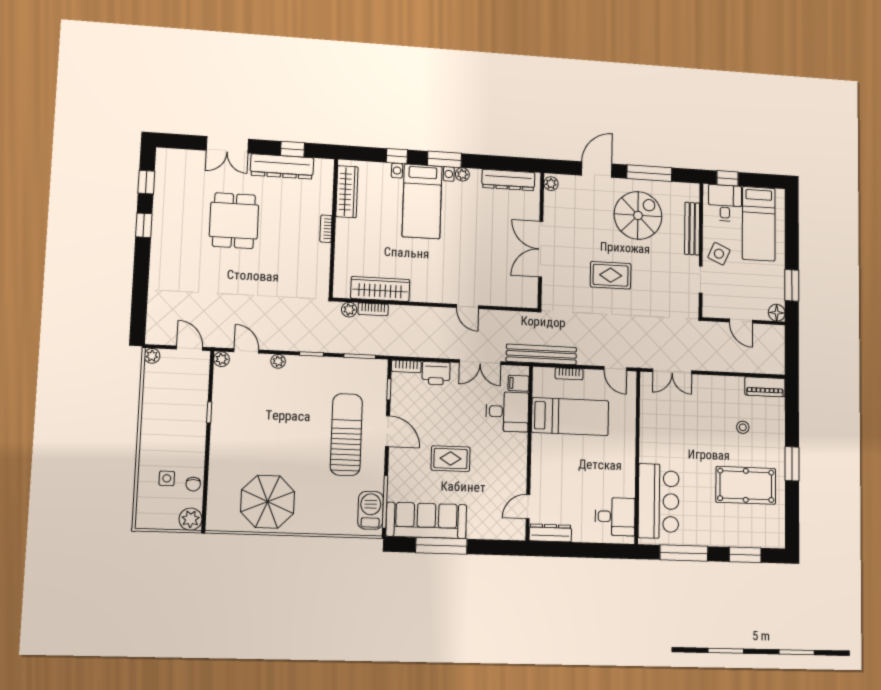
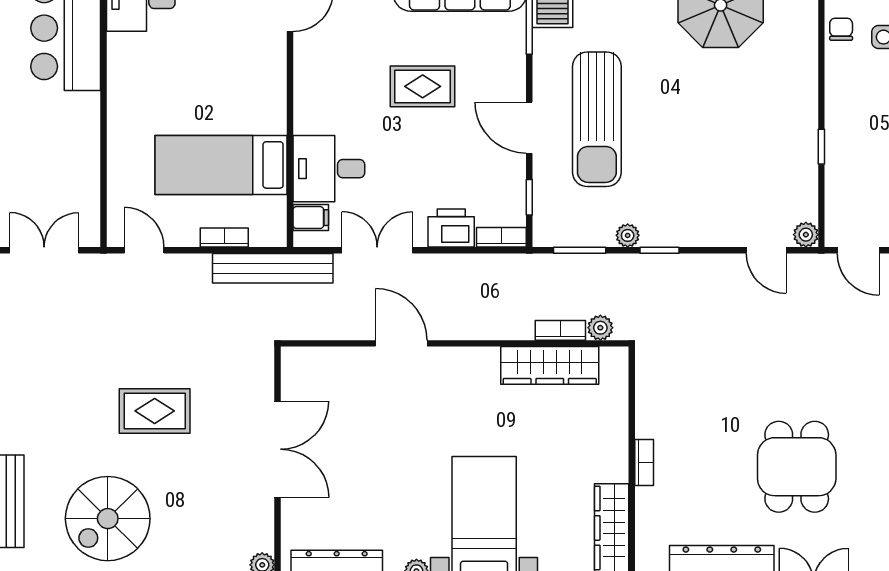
door: (467, 307) -> (401, 343), width x1.37
plant: (278, 361) -> (628, 235), moved

